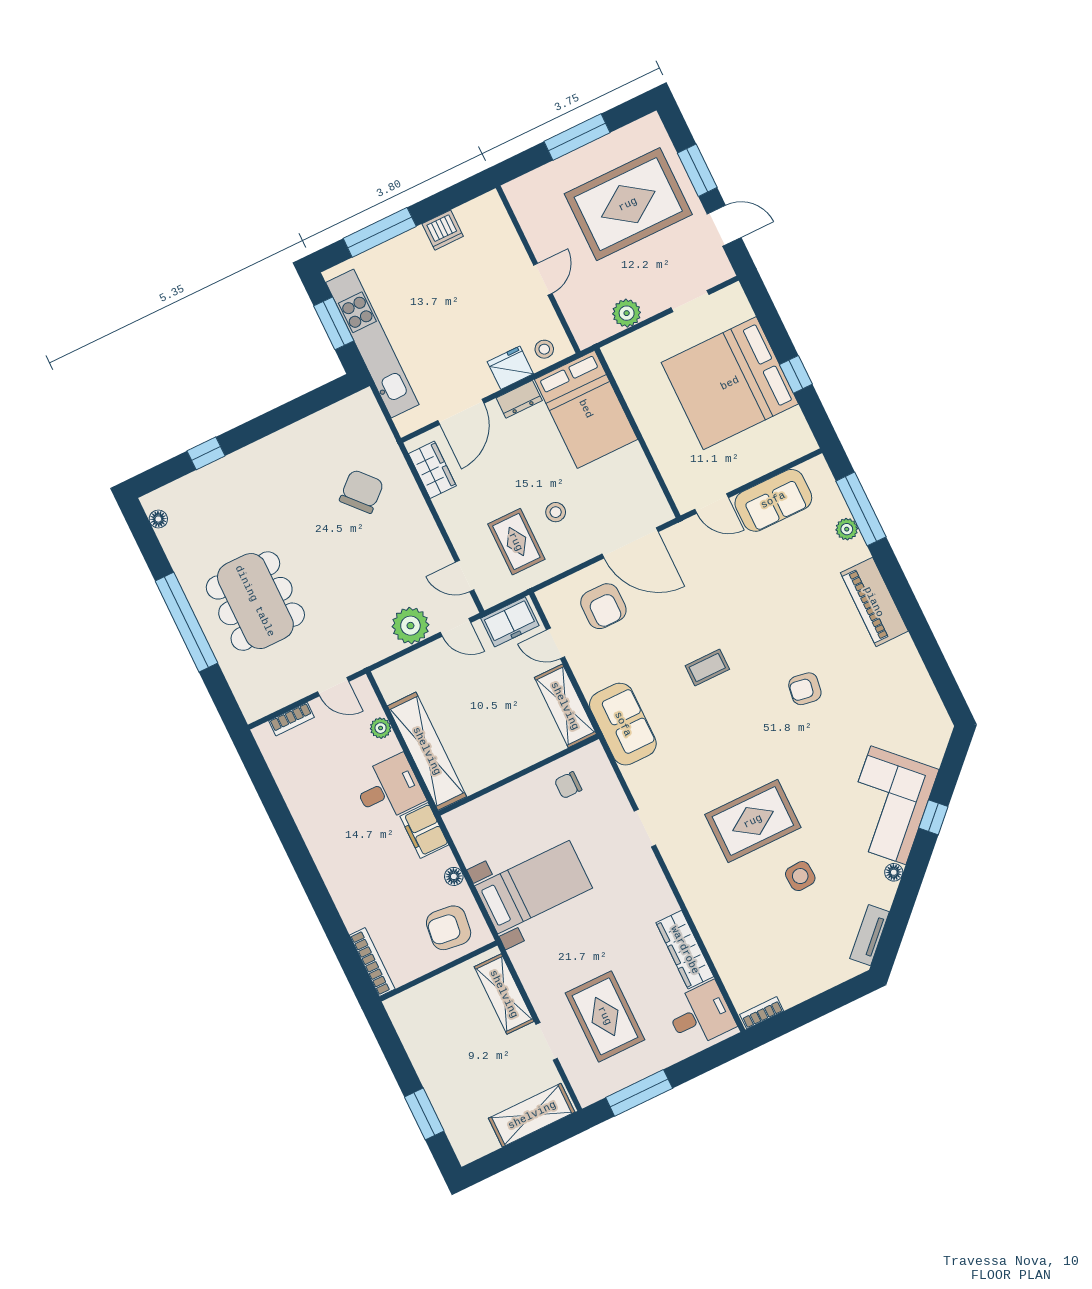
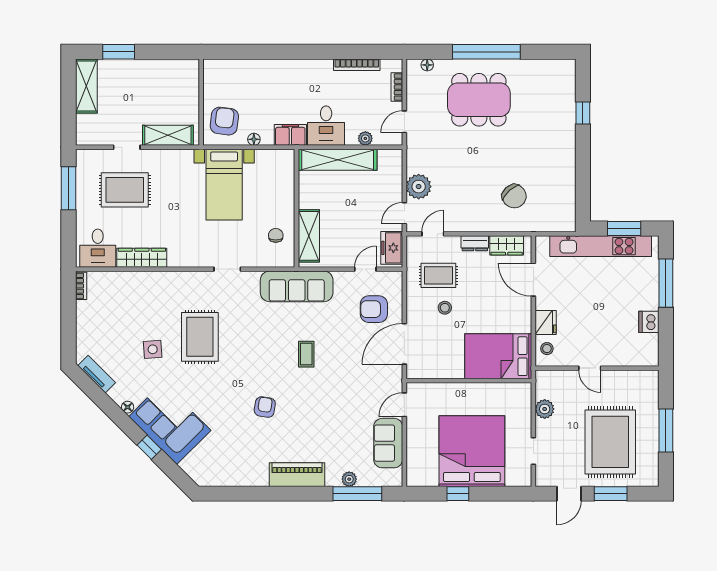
dresser: (519, 399) -> (475, 243), moved, turned -90
floor lamp: (158, 519) -> (427, 65), moved
shelving: (565, 706) -> (309, 236), moved, turned 90
sofa: (623, 724) -> (297, 286), width x1.36
bookcase: (372, 962) -> (357, 65), moved
shelving: (532, 1115) -> (86, 86), moved

